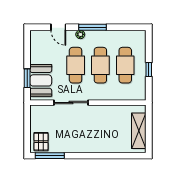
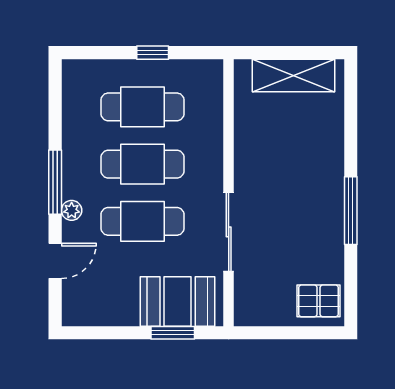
window: (50, 156) -> (351, 211), moved

